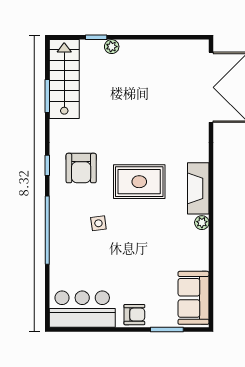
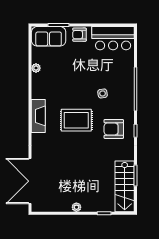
plant: (112, 47) -> (76, 207), moved
armchair: (81, 168) -> (114, 129), turned -90
plant: (202, 223) -> (36, 68), moved
sofa: (194, 298) -> (49, 36), moved, turned 90

